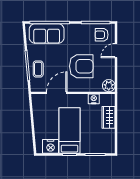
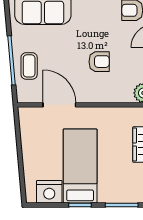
armchair: (81, 66) -> (99, 62), width x0.53, depth x0.53
door: (57, 93) -> (59, 105), hinge flipped
nightstand: (94, 99) -> (119, 115), removed

